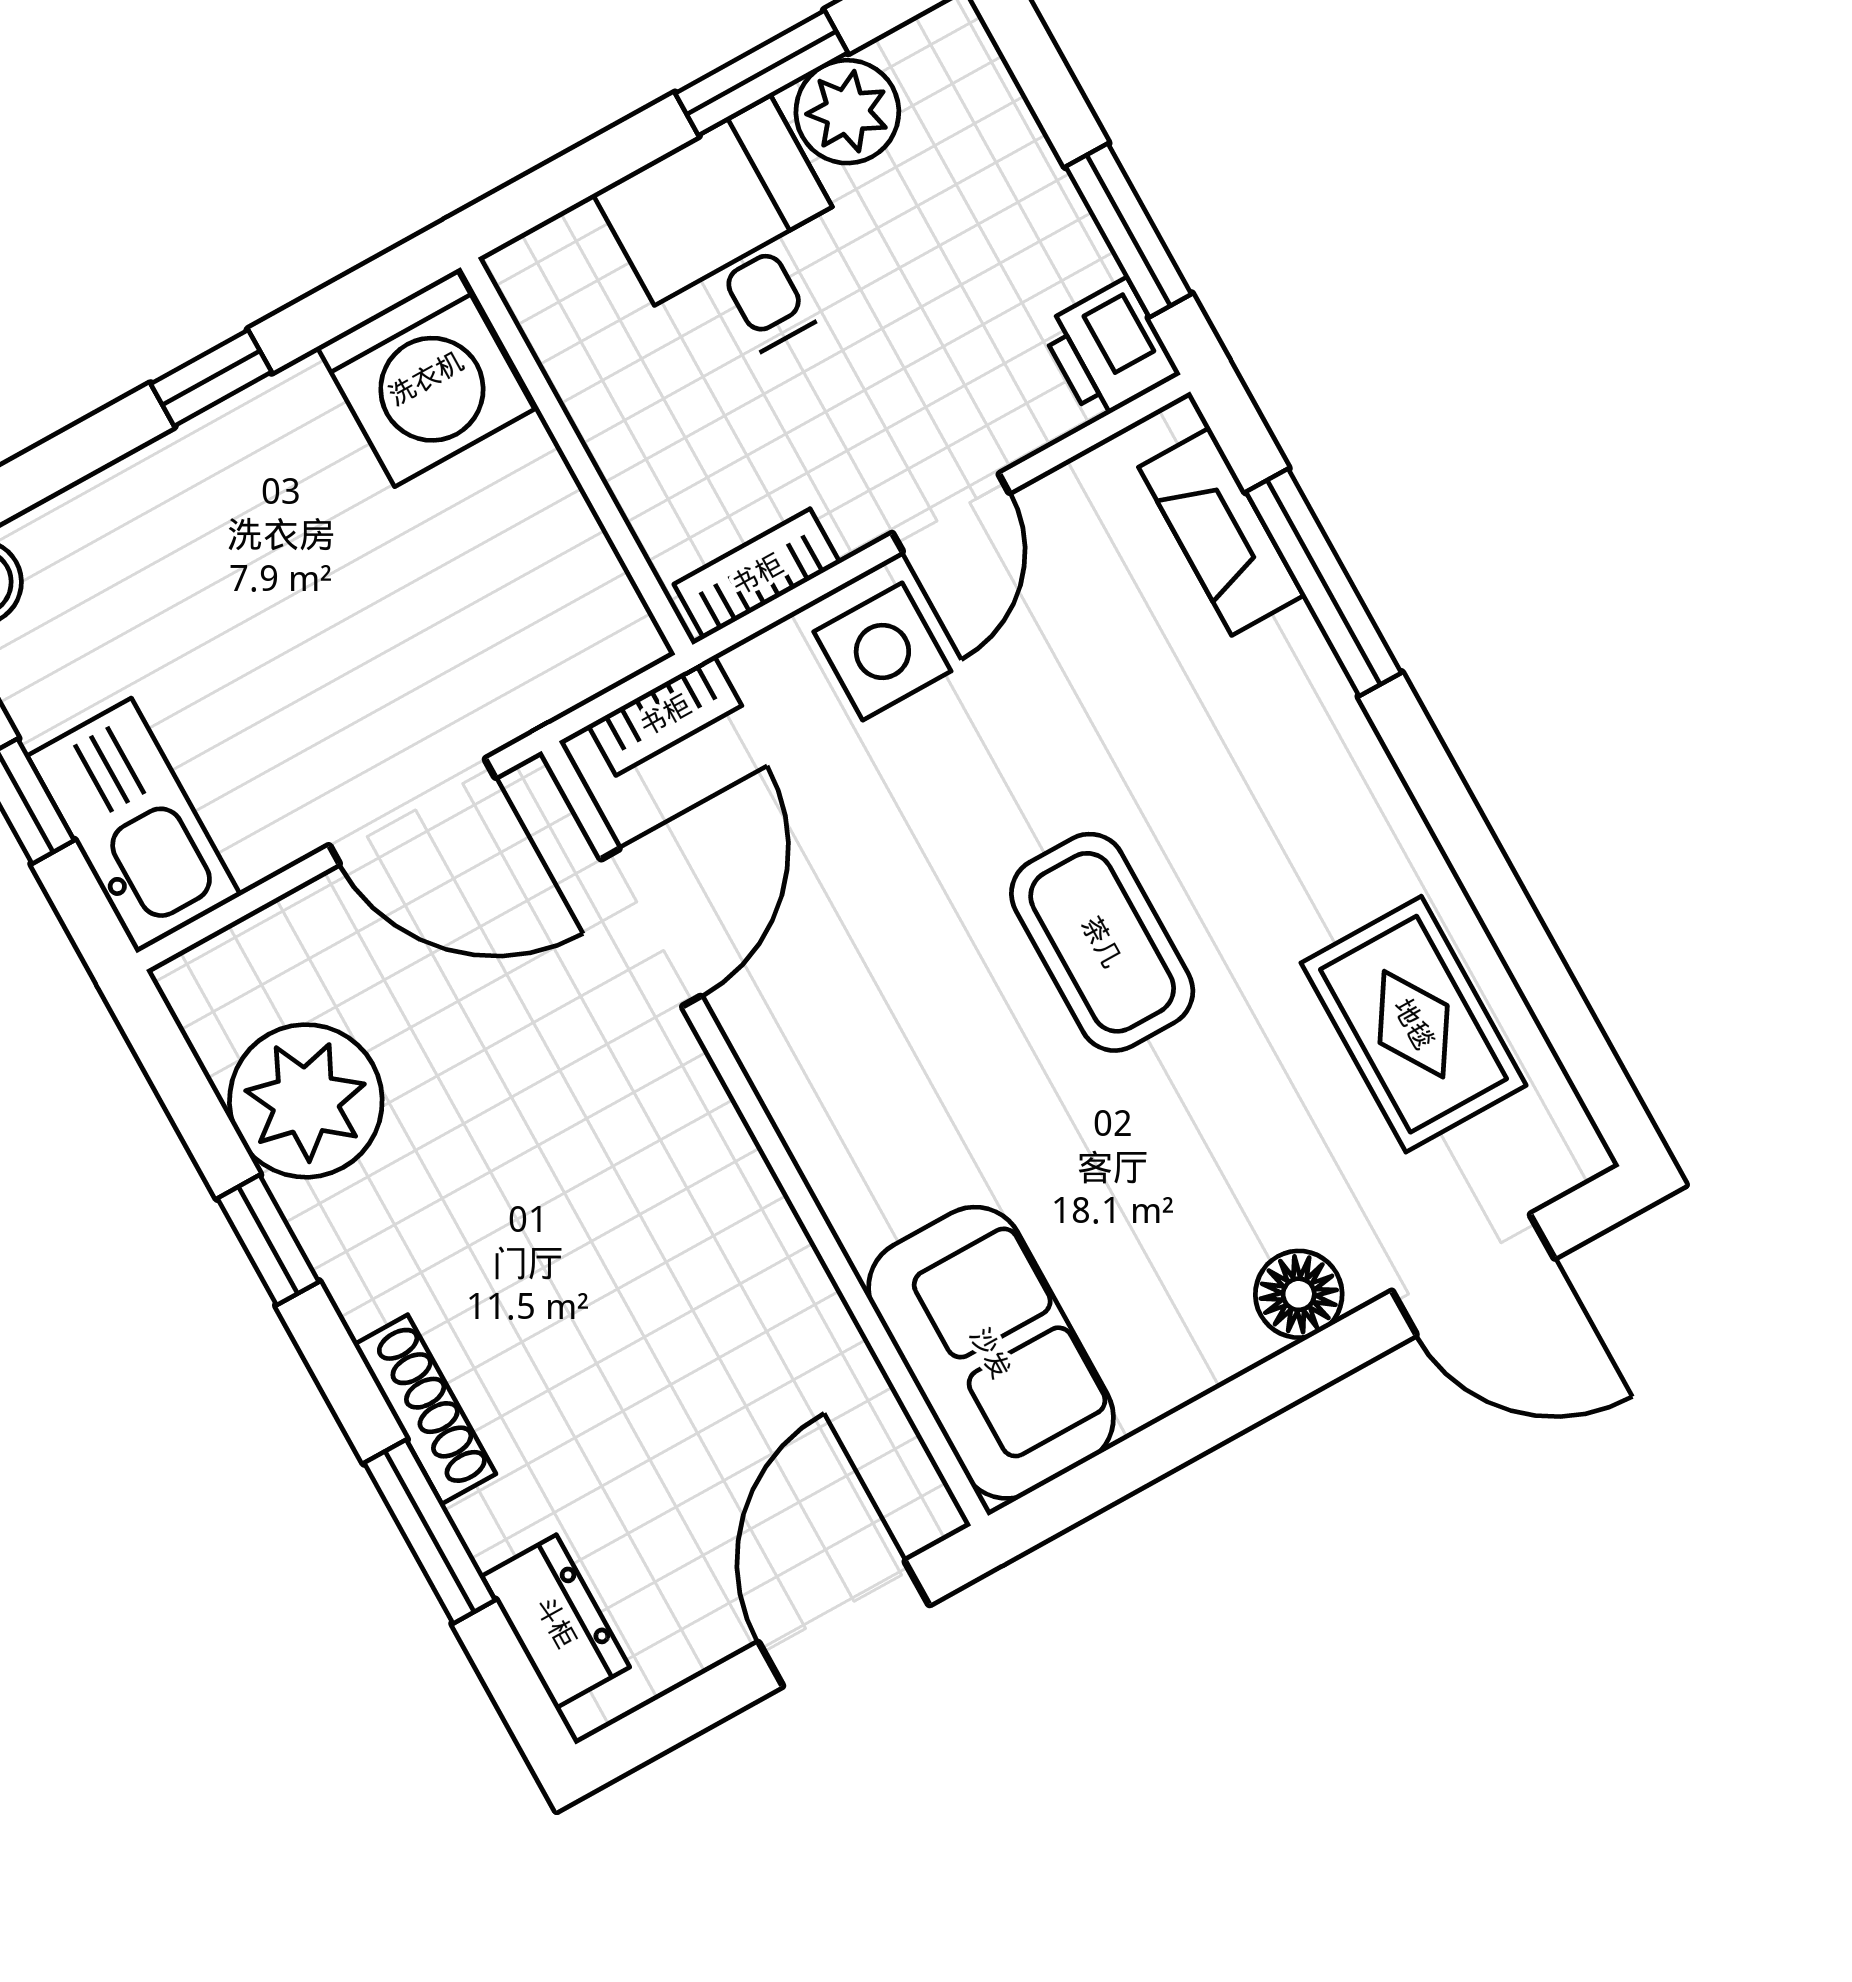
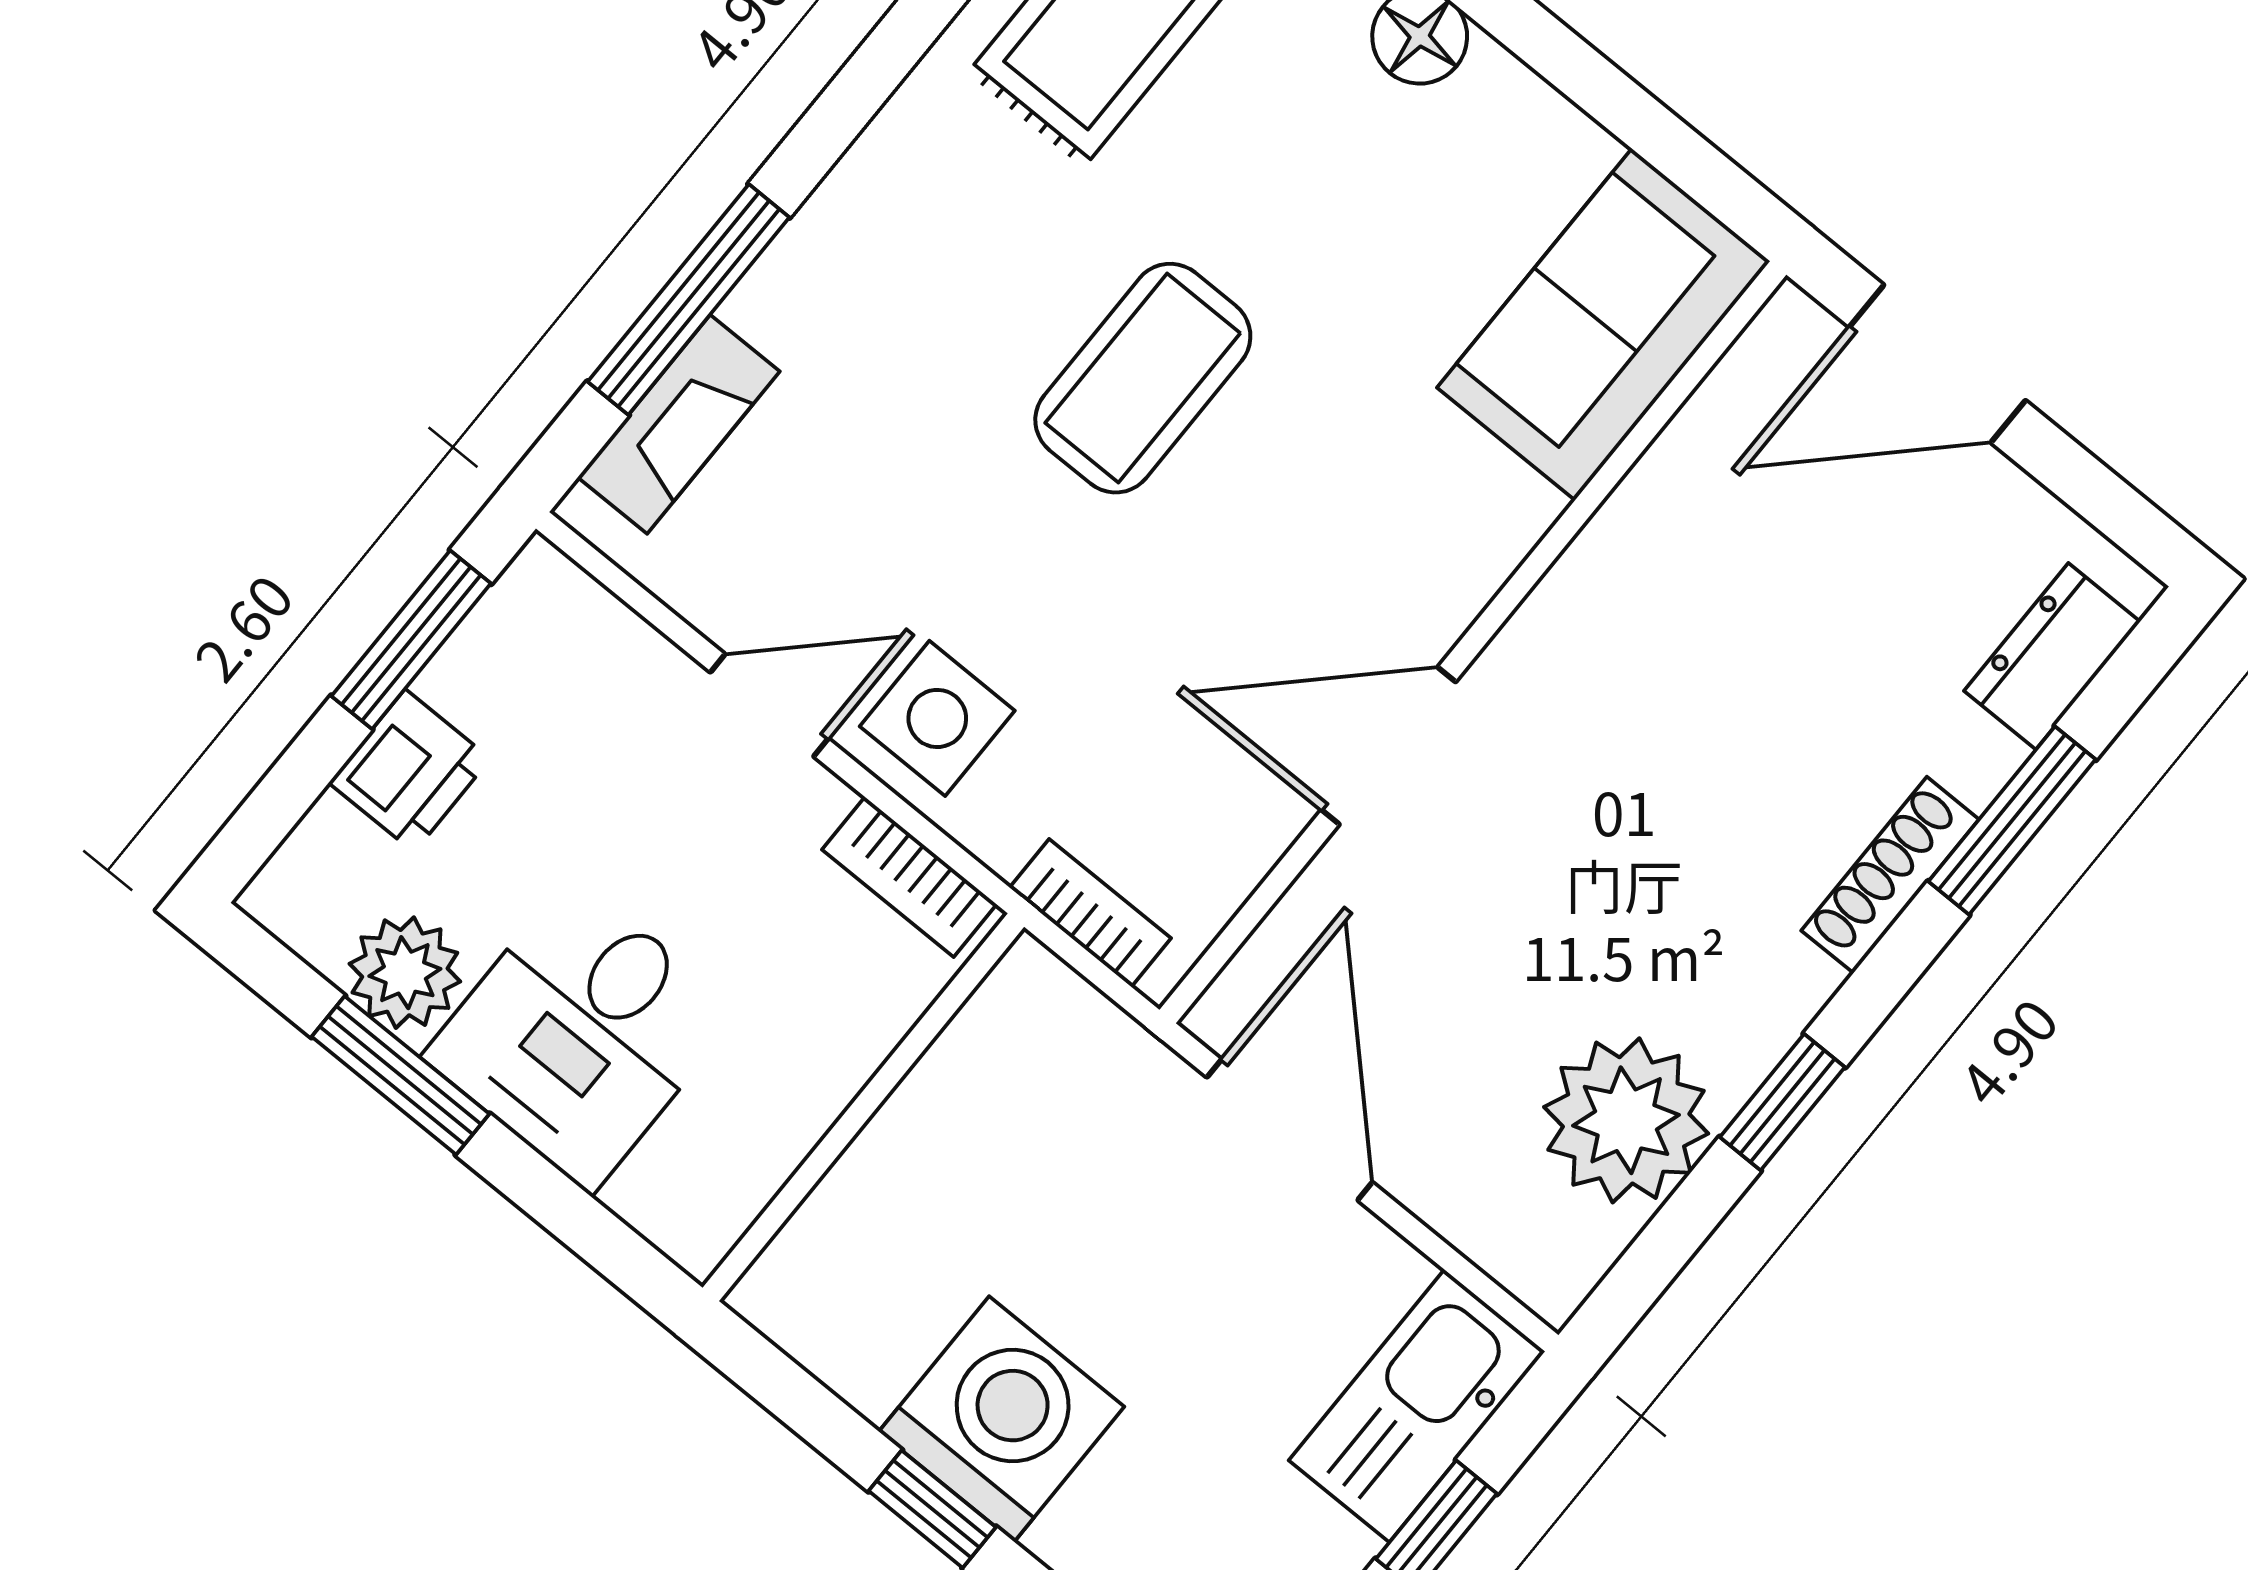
printer: (1110, 350) -> (410, 771), moved
washing machine: (426, 378) -> (1002, 1419), moved
door: (651, 928) -> (1389, 746), moved

